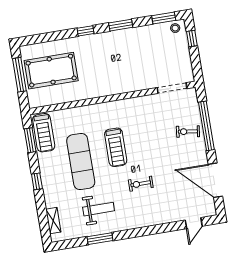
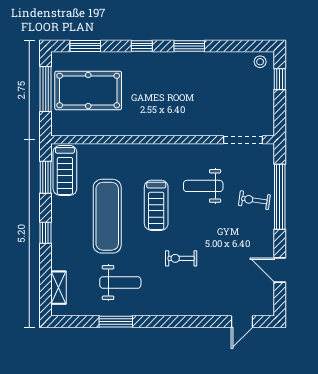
window: (164, 18) -> (85, 46), moved
weight bench: (148, 127) -> (203, 186), added
door: (215, 180) -> (280, 270), width x0.53

